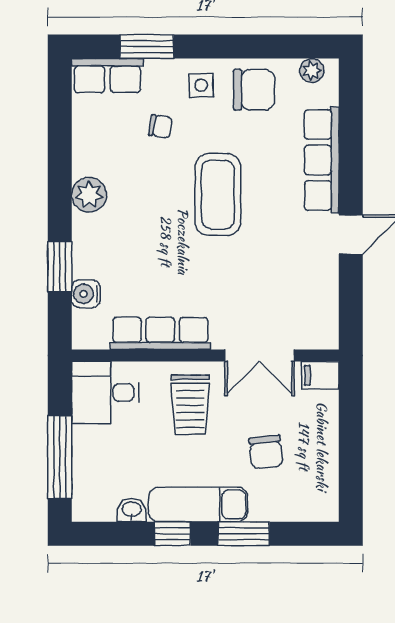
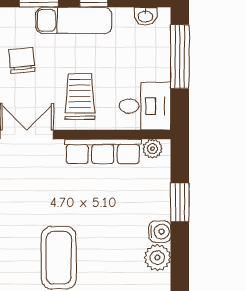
water cooler: (86, 294) -> (160, 232), moved
plant: (95, 337) -> (153, 149), added
washbasin: (132, 510) -> (145, 16), moved

